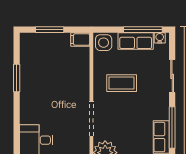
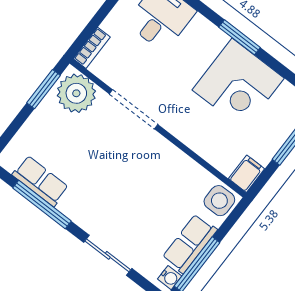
corner desk: (40, 77) -> (238, 84), added
window: (17, 78) -> (239, 37), moved
coffee table: (122, 83) -> (149, 184), removed

